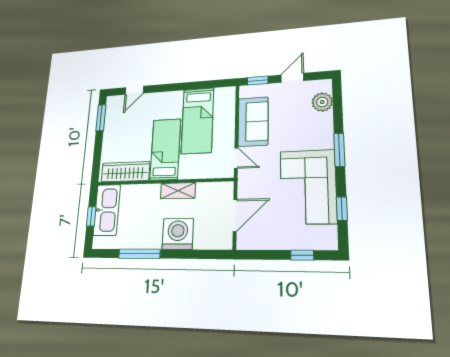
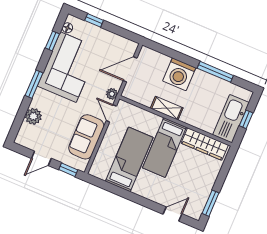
plant: (322, 102) -> (33, 116), moved
plant: (244, 179) -> (112, 94), added
floor lamp: (331, 232) -> (67, 28), added

